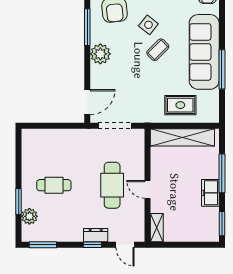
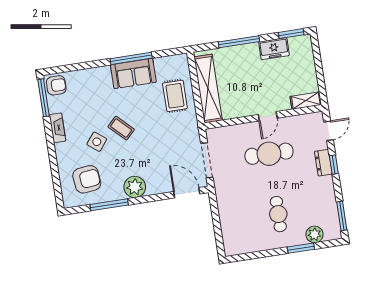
sofa: (204, 52) -> (133, 74), width x0.54, depth x0.79
freezer: (210, 193) -> (274, 49), moved

